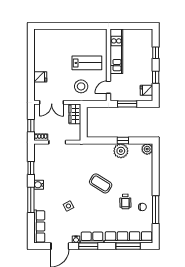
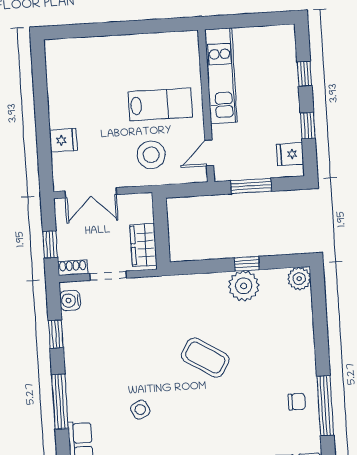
wardrobe: (75, 114) -> (143, 245), moved
water cooler: (39, 185) -> (70, 300), moved
wheelchair: (125, 201) -> (260, 392), removed

